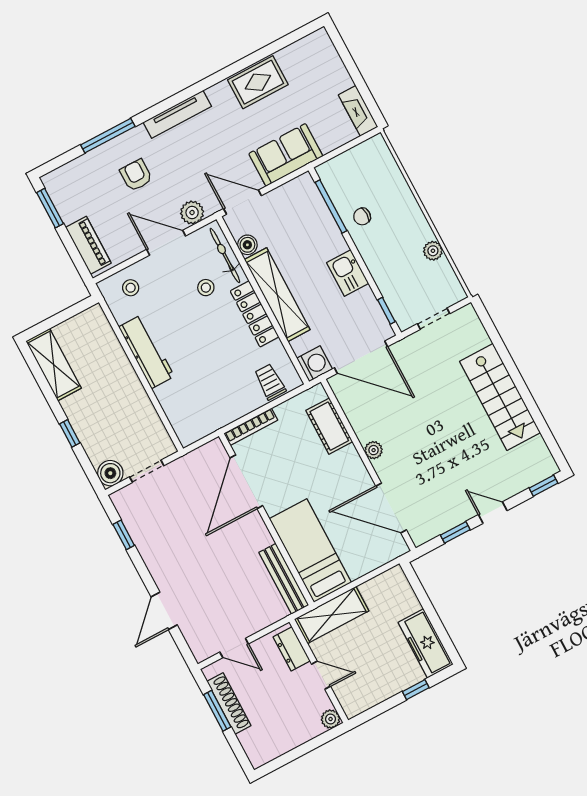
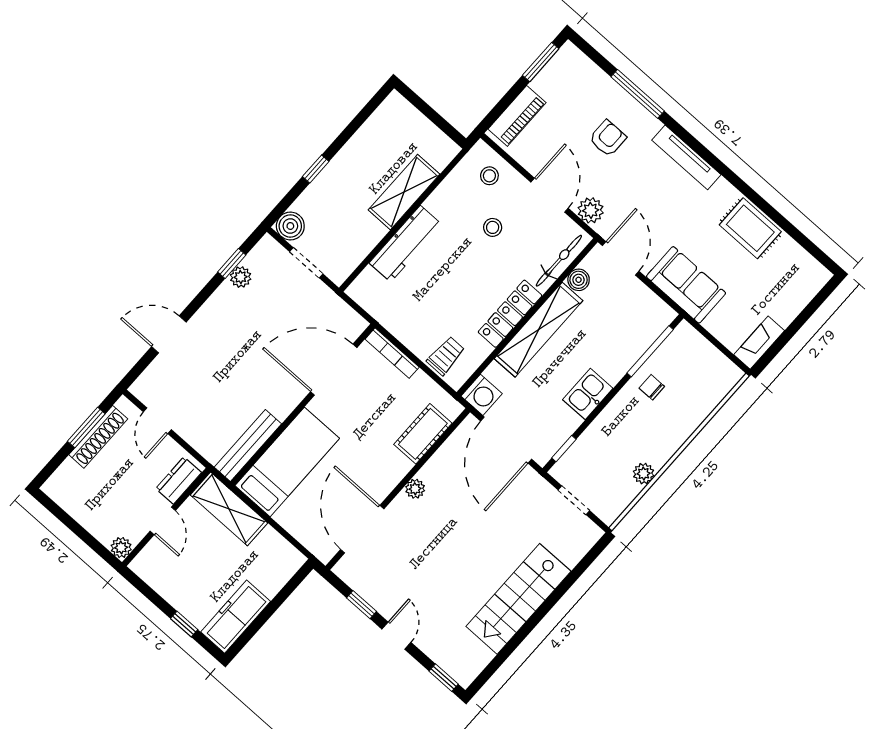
stool: (206, 288) -> (493, 227), moved
workbench: (146, 352) -> (406, 244), moved
shelving: (54, 365) -> (404, 192), moved
plant: (138, 532) -> (241, 277), added

